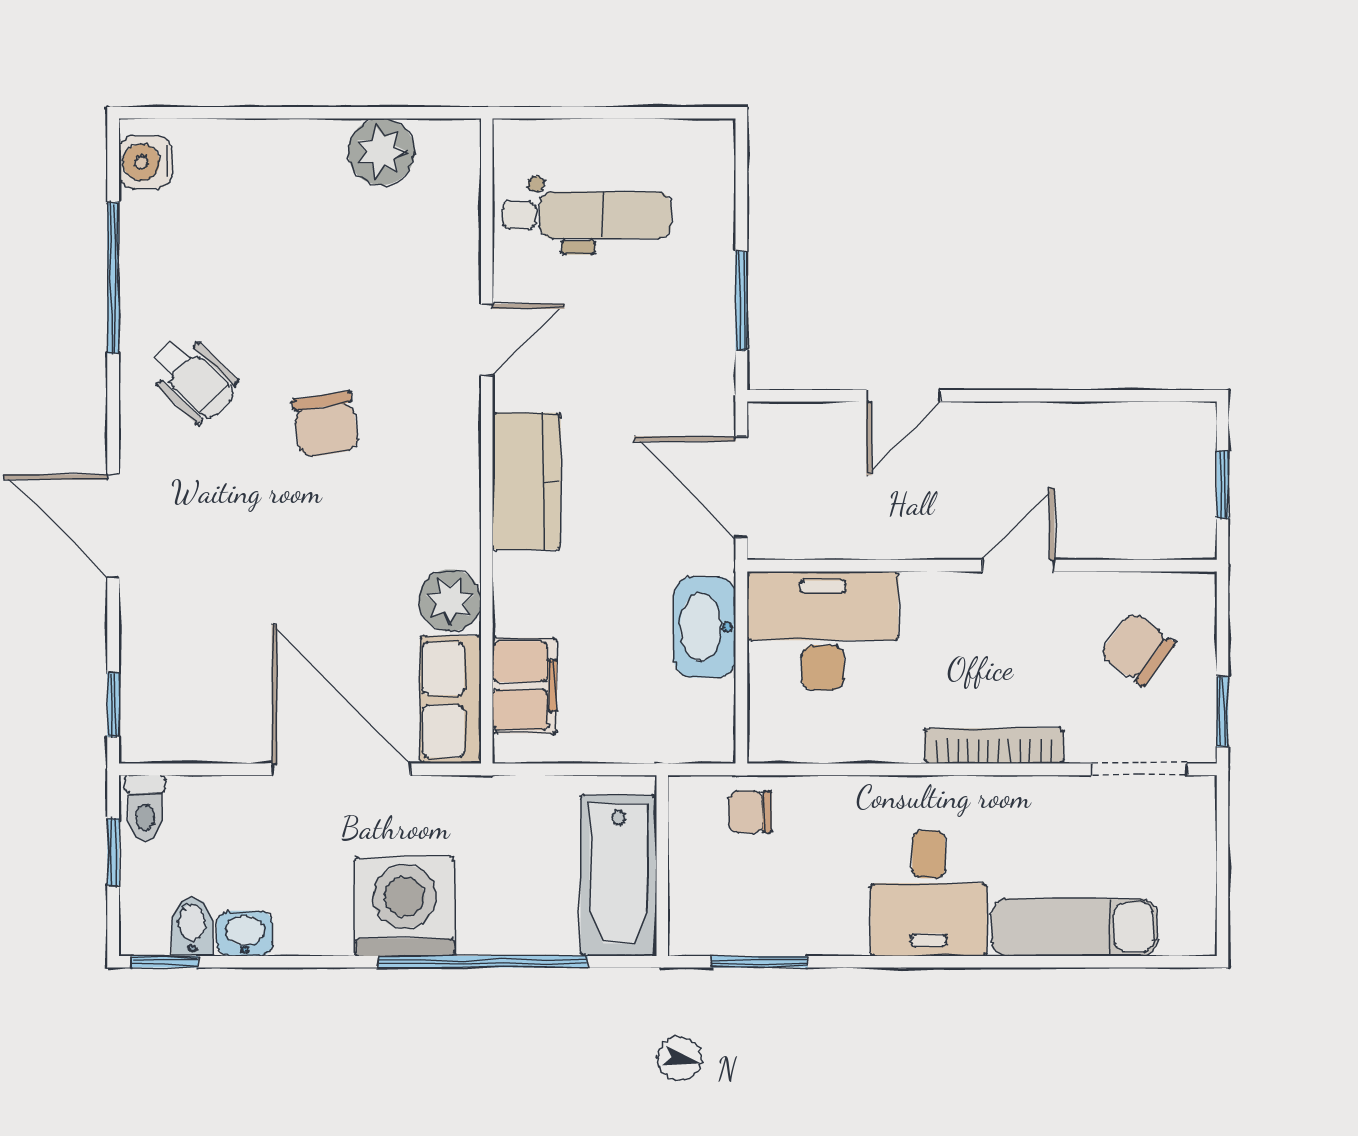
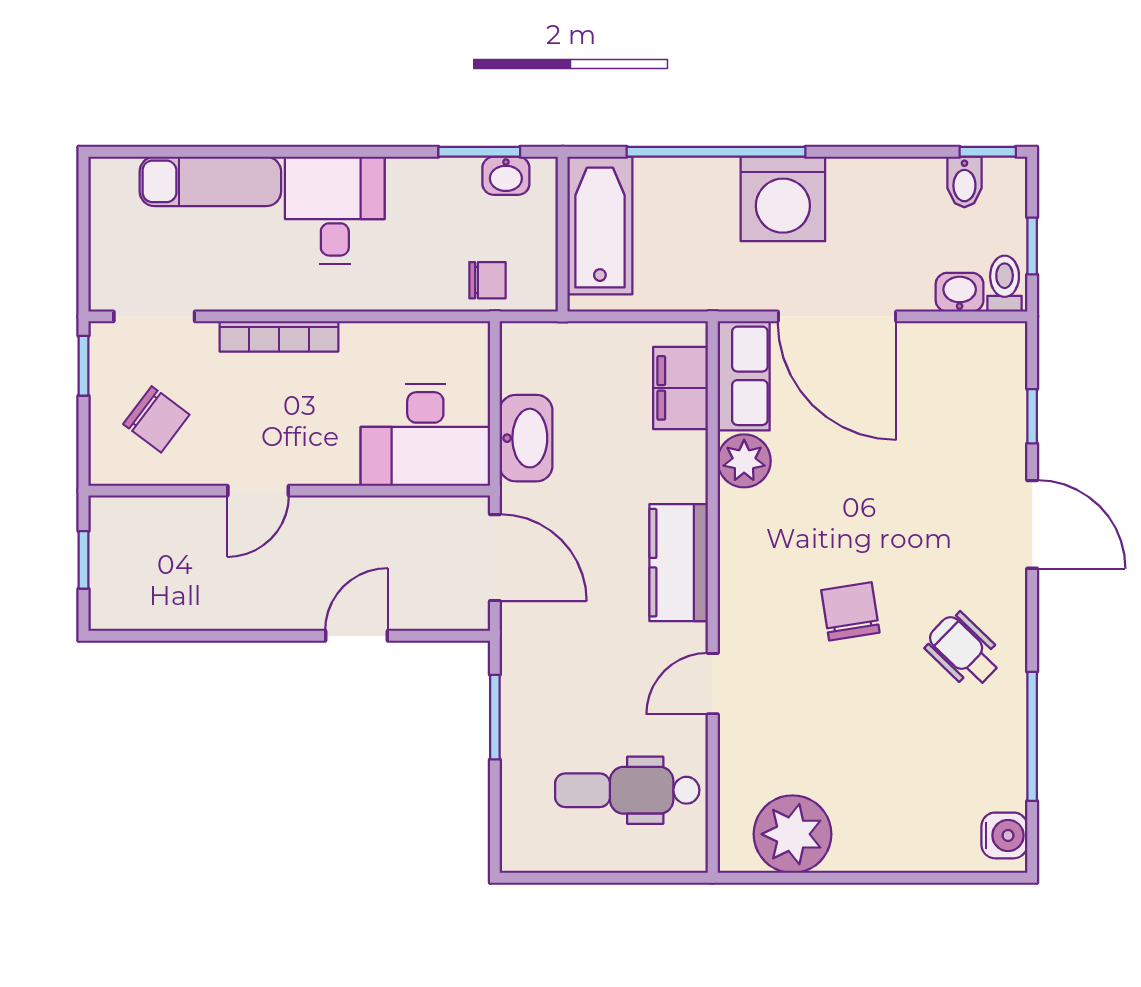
plant: (381, 152) -> (792, 834), width x1.36, depth x1.36
window: (113, 705) -> (1032, 416), moved
washbasin: (245, 934) -> (960, 292), moved, turned 180
washbasin: (729, 934) -> (506, 176), added

